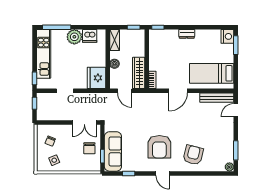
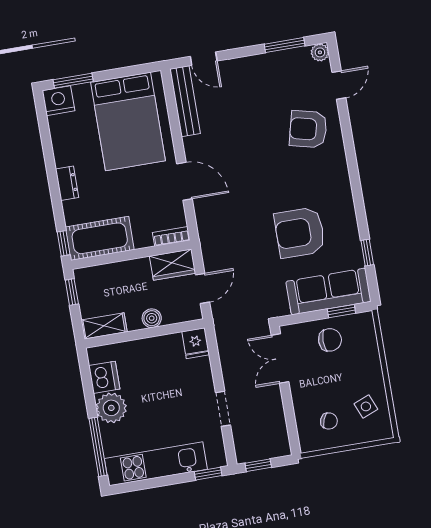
cot: (157, 45) -> (100, 238), added
wardrobe: (139, 73) -> (173, 265), width x0.67
bed: (212, 73) -> (128, 121), width x1.50
fridge: (96, 78) -> (196, 343), width x0.53, depth x0.75
double door: (84, 123) -> (280, 359), swing flipped
armchair: (159, 147) -> (300, 232), moved, turned 180
door: (163, 173) -> (339, 85), moved

